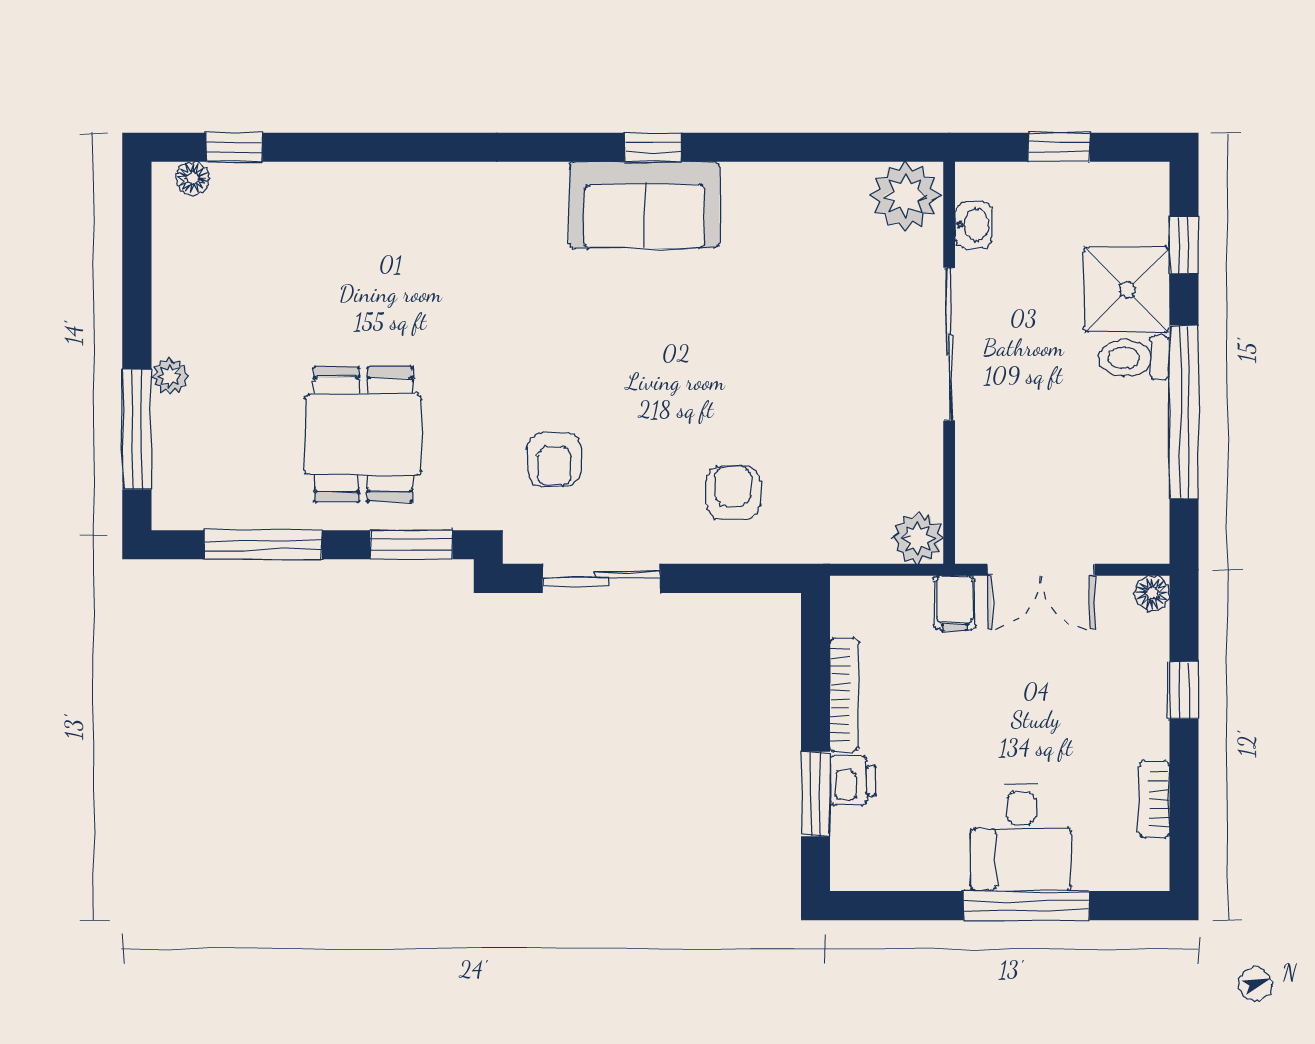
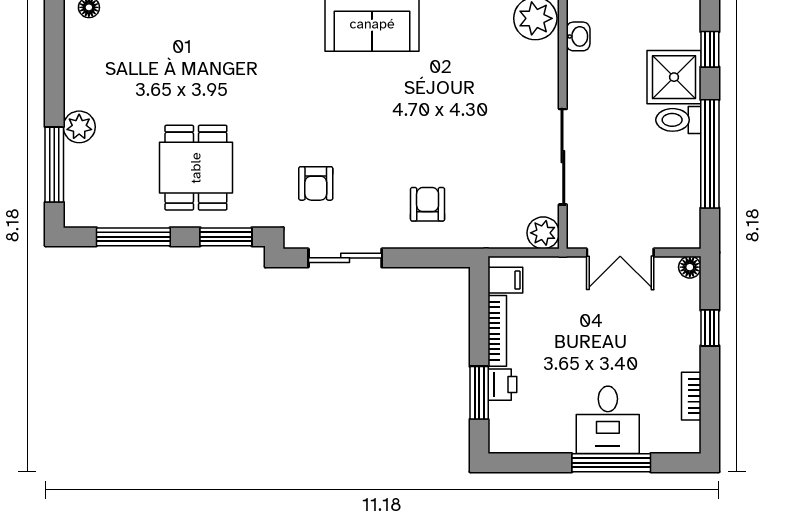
sliding door: (949, 344) -> (563, 157), moved
plant: (170, 376) -> (79, 127), width x1.38, depth x1.38
filing cabinet: (955, 603) -> (505, 280), moved, turned -90

